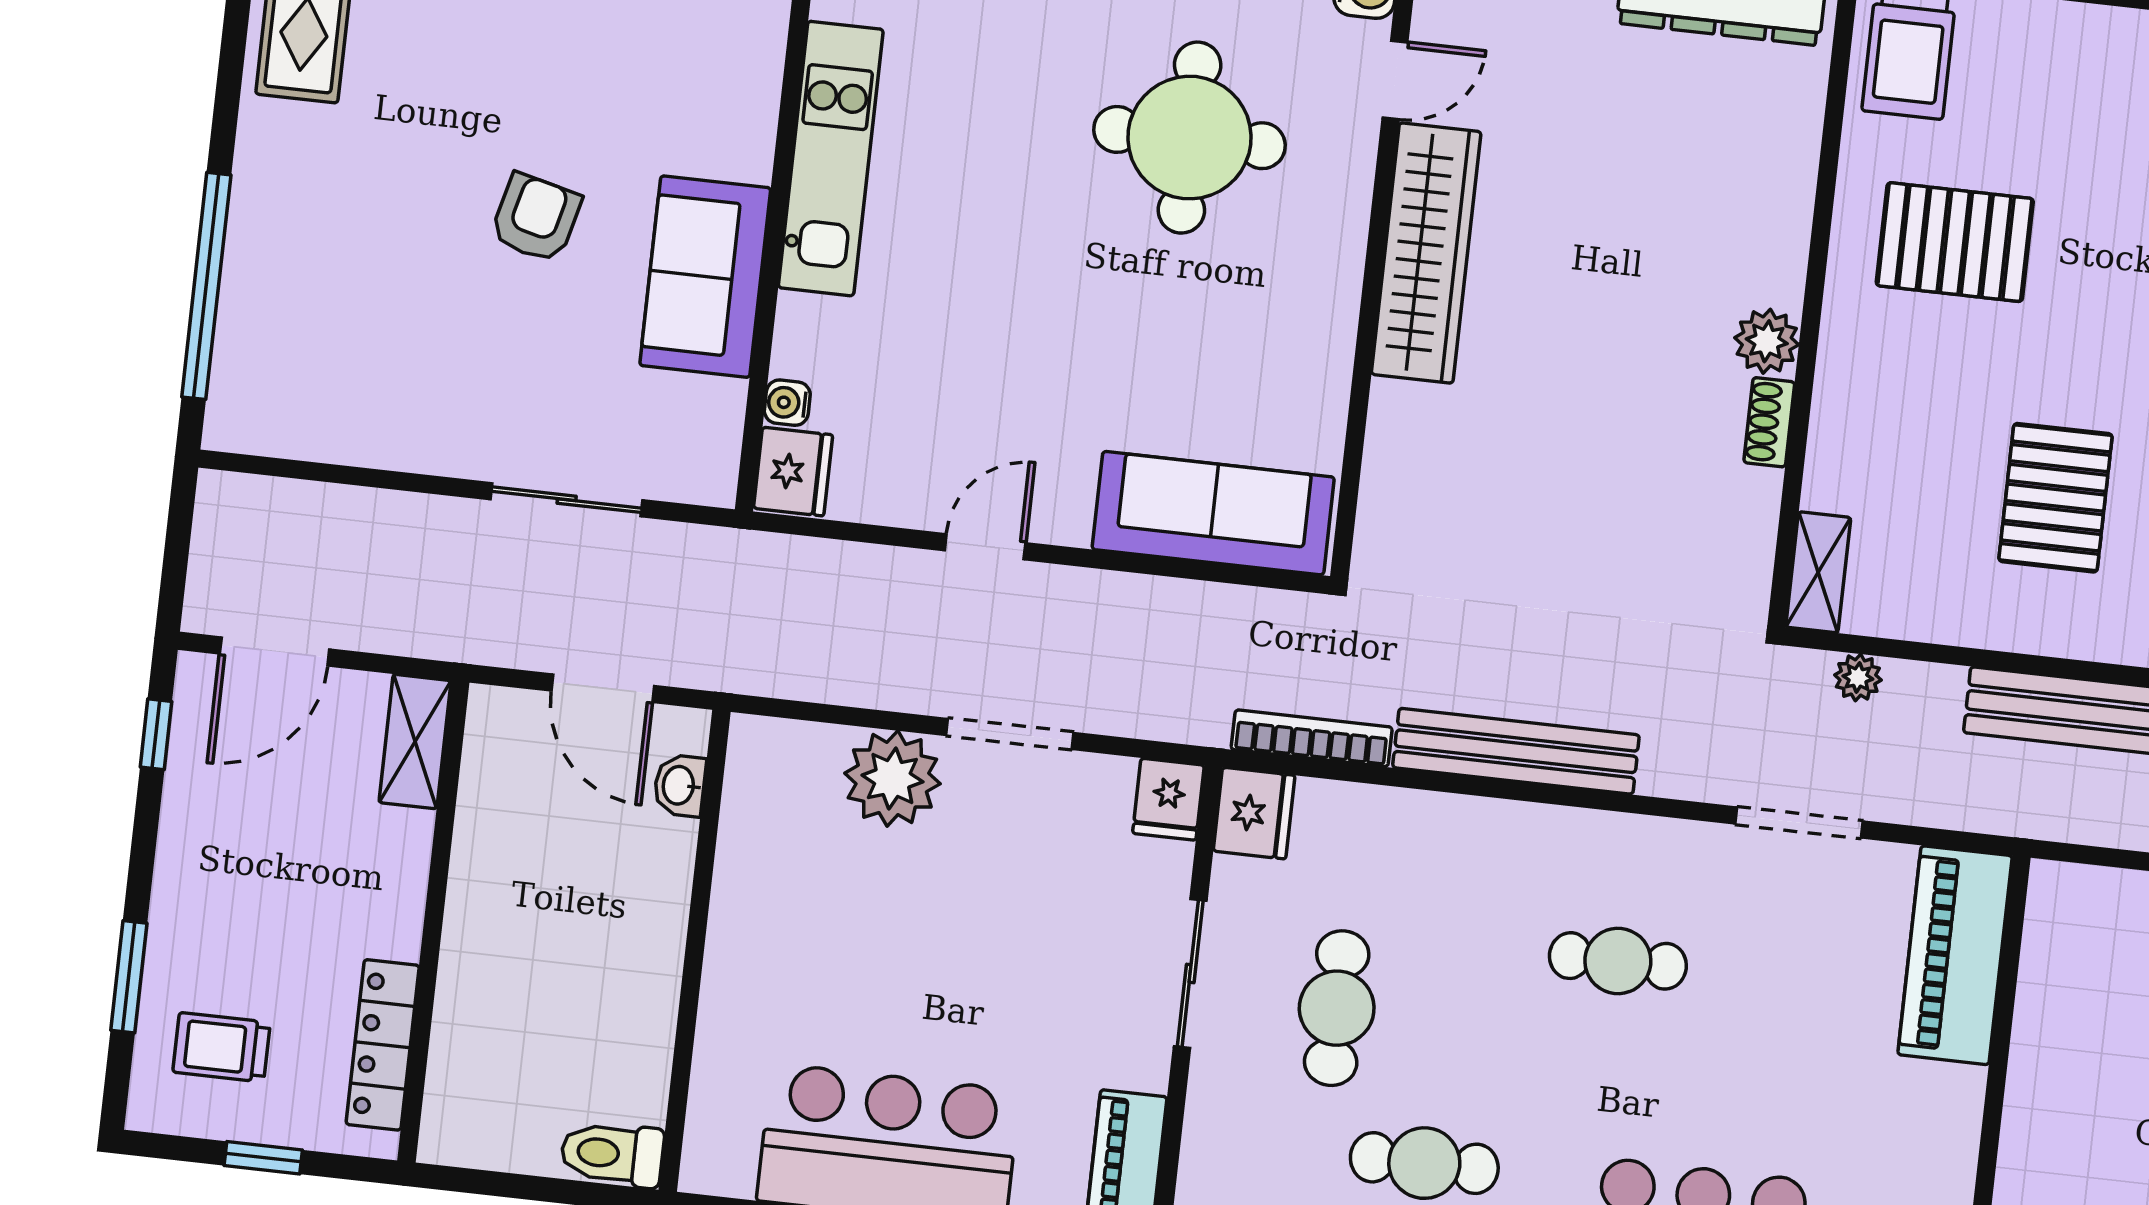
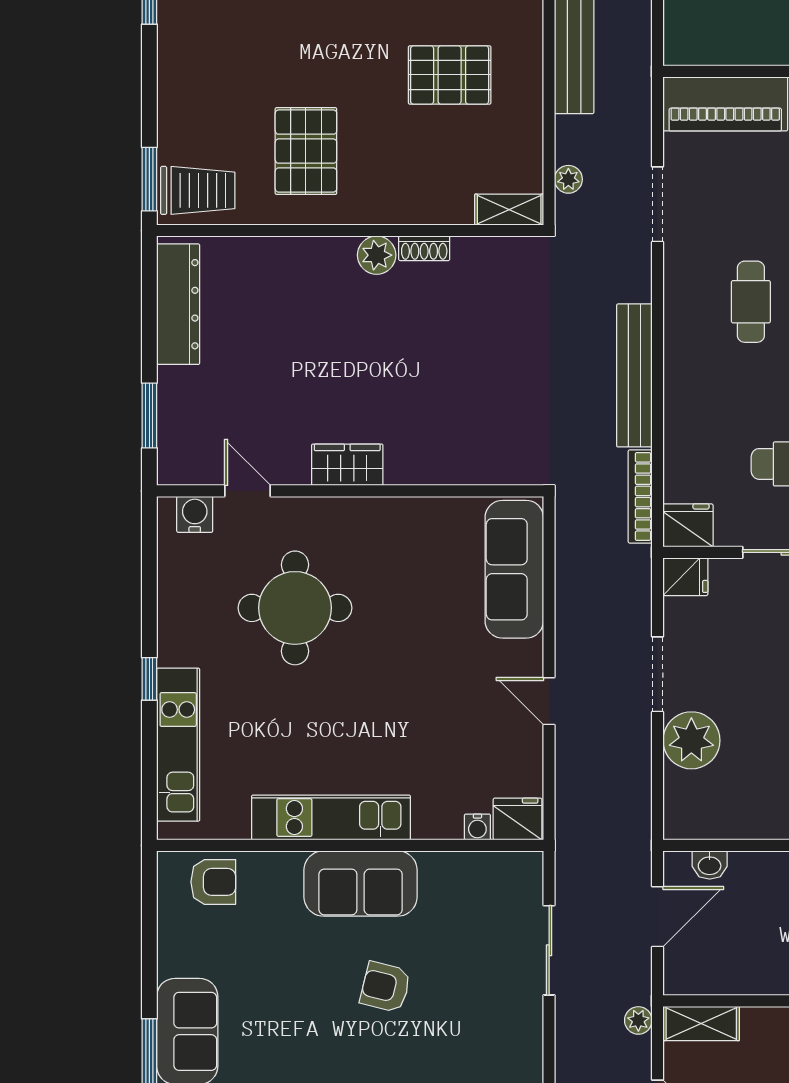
wardrobe: (1426, 253) -> (347, 465), width x0.48, depth x0.85
sofa: (705, 277) -> (361, 883), moved
plant: (432, 637) -> (638, 1020), added

